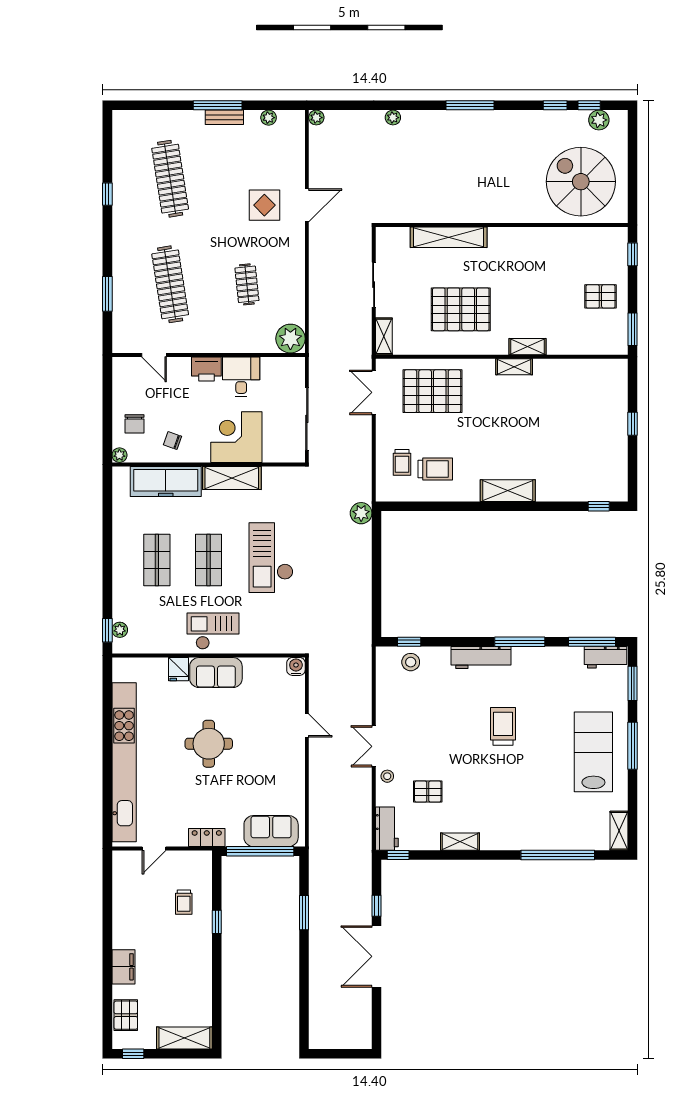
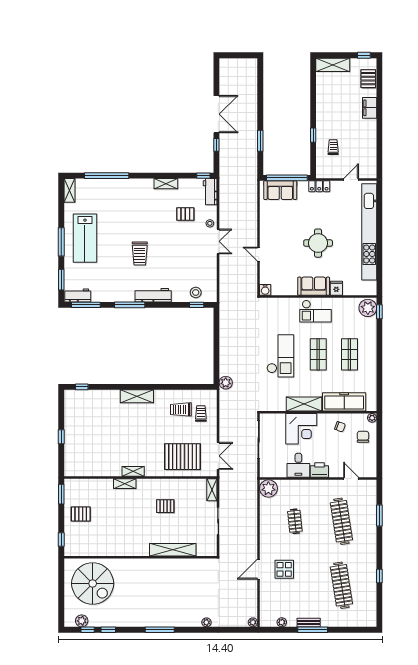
pallet: (461, 309) -> (165, 506), width x0.49, depth x0.50
plant: (120, 630) -> (368, 308), width x1.87, depth x1.87

